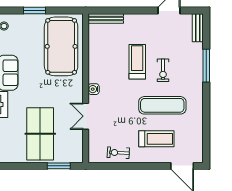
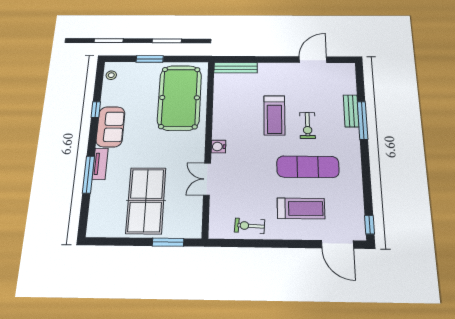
bench: (198, 28) -> (351, 111), moved
treadmill: (137, 62) -> (274, 115), turned 180
window: (206, 151) -> (370, 225), added

